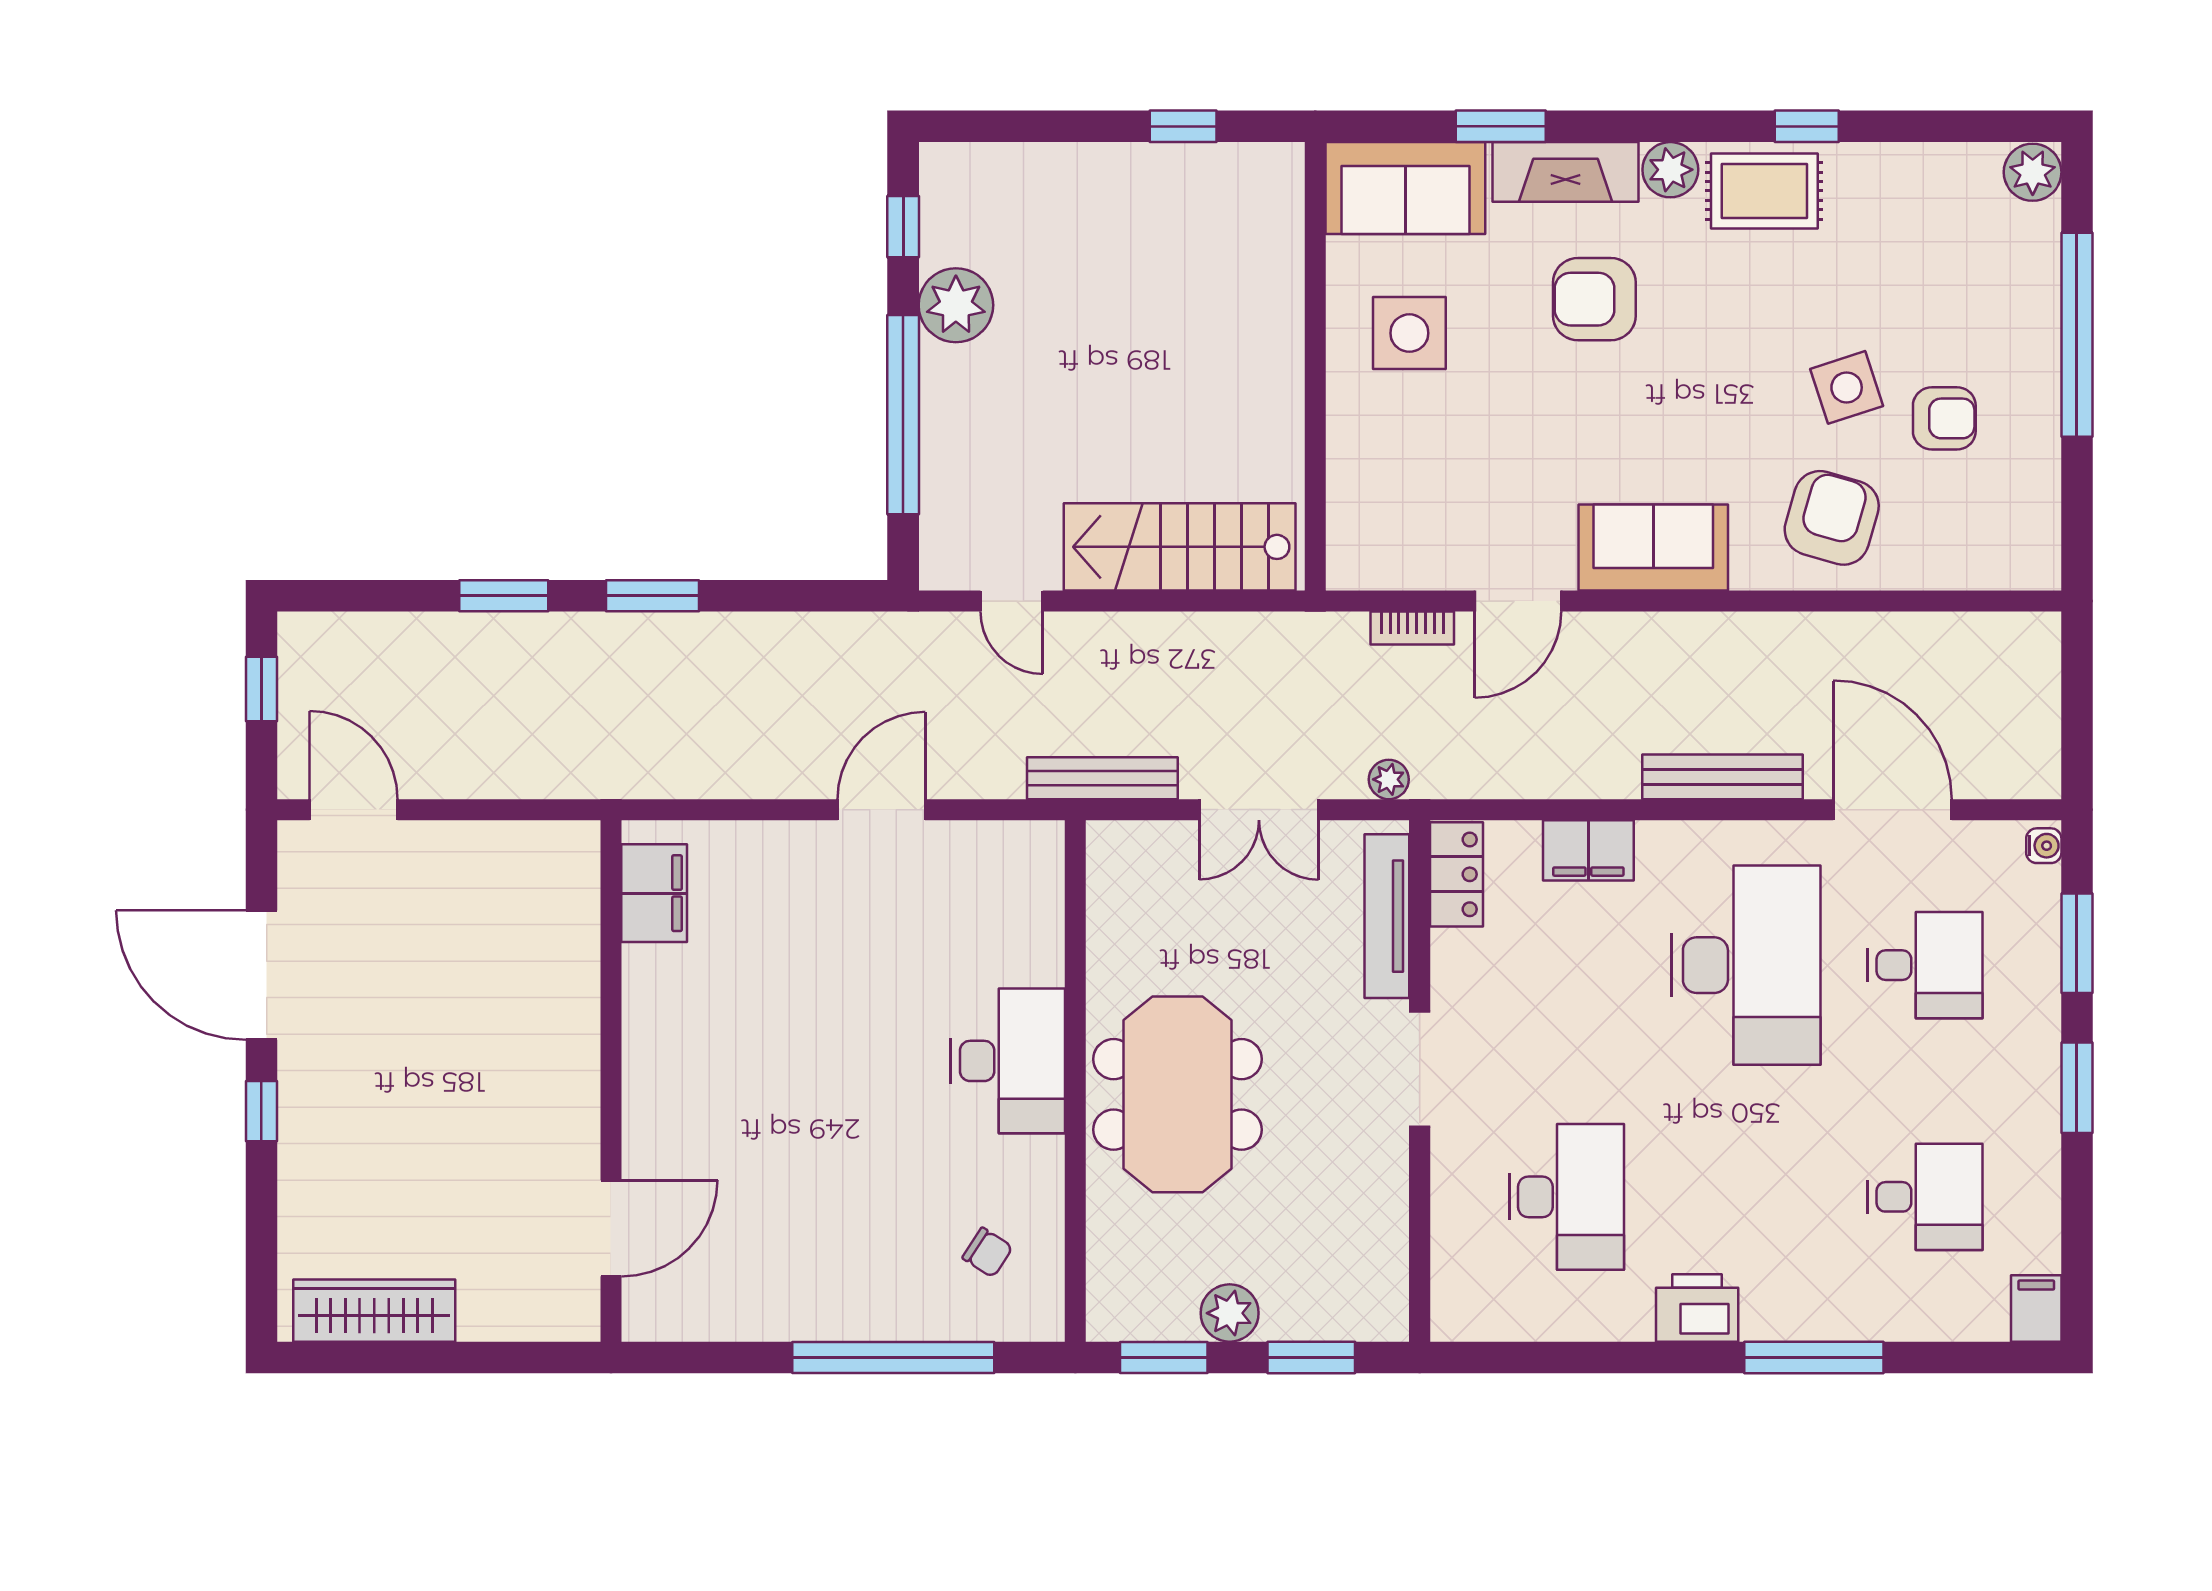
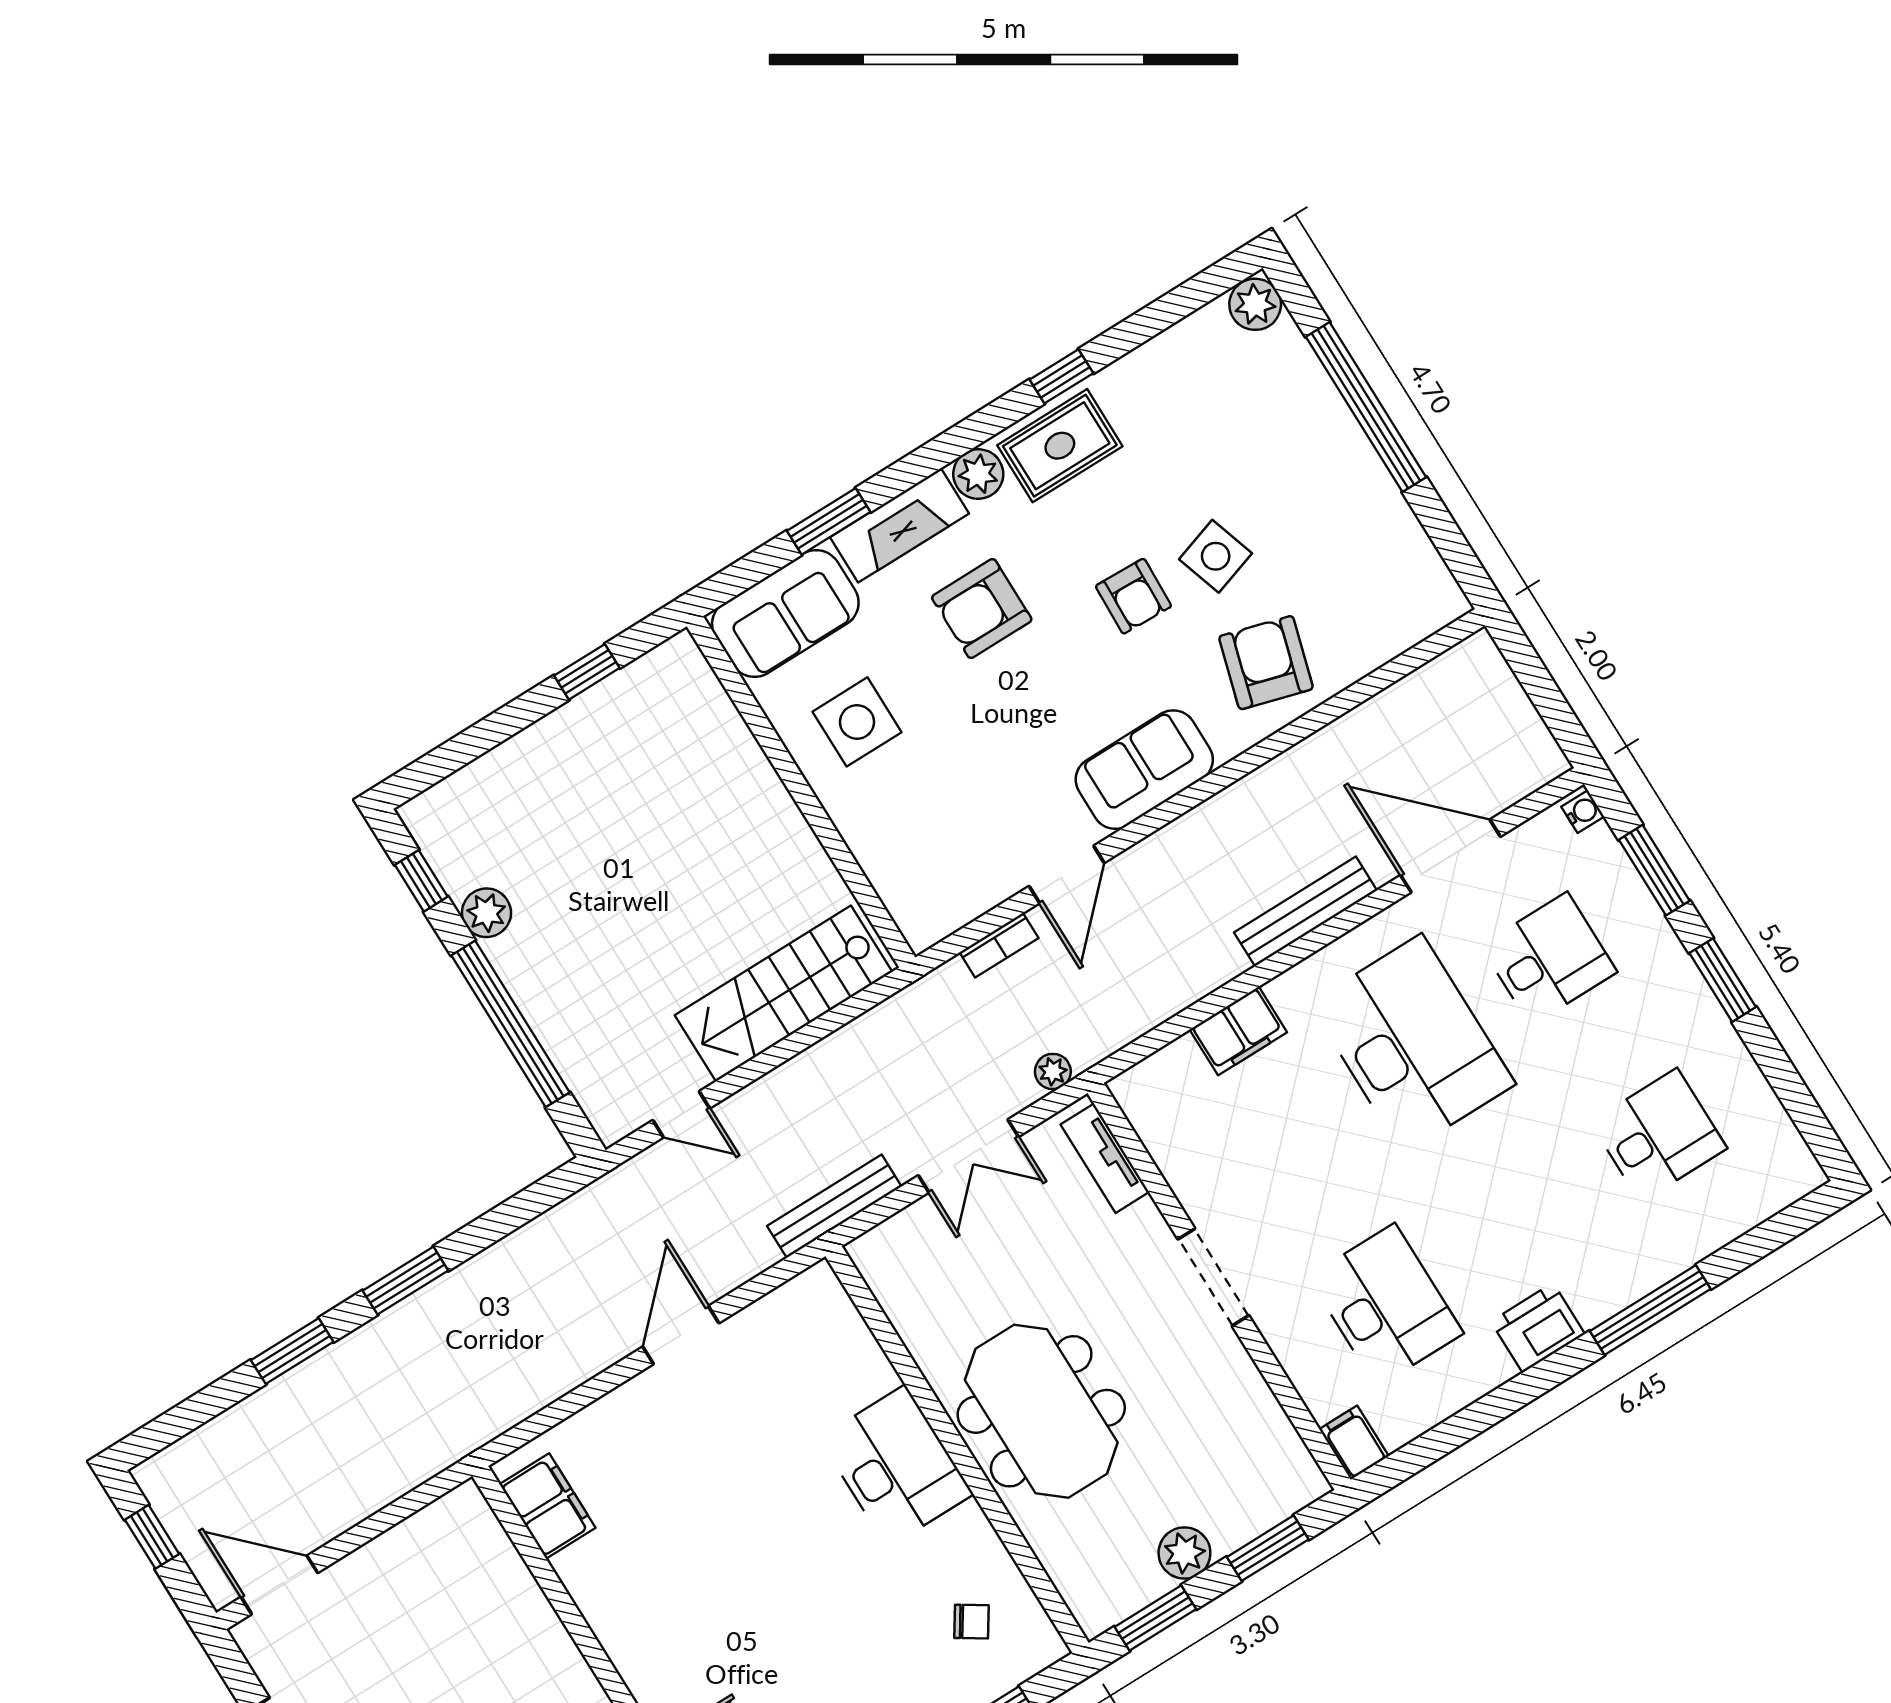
plant: (956, 305) -> (486, 913), width x0.73, depth x0.73
armchair: (1944, 418) -> (1133, 596), moved, turned 92
locker: (1456, 874) -> (1149, 1112), removed
tv unit: (1387, 916) -> (1105, 1158), width x0.71
filing cabinet: (2036, 1308) -> (1354, 1443), moved

